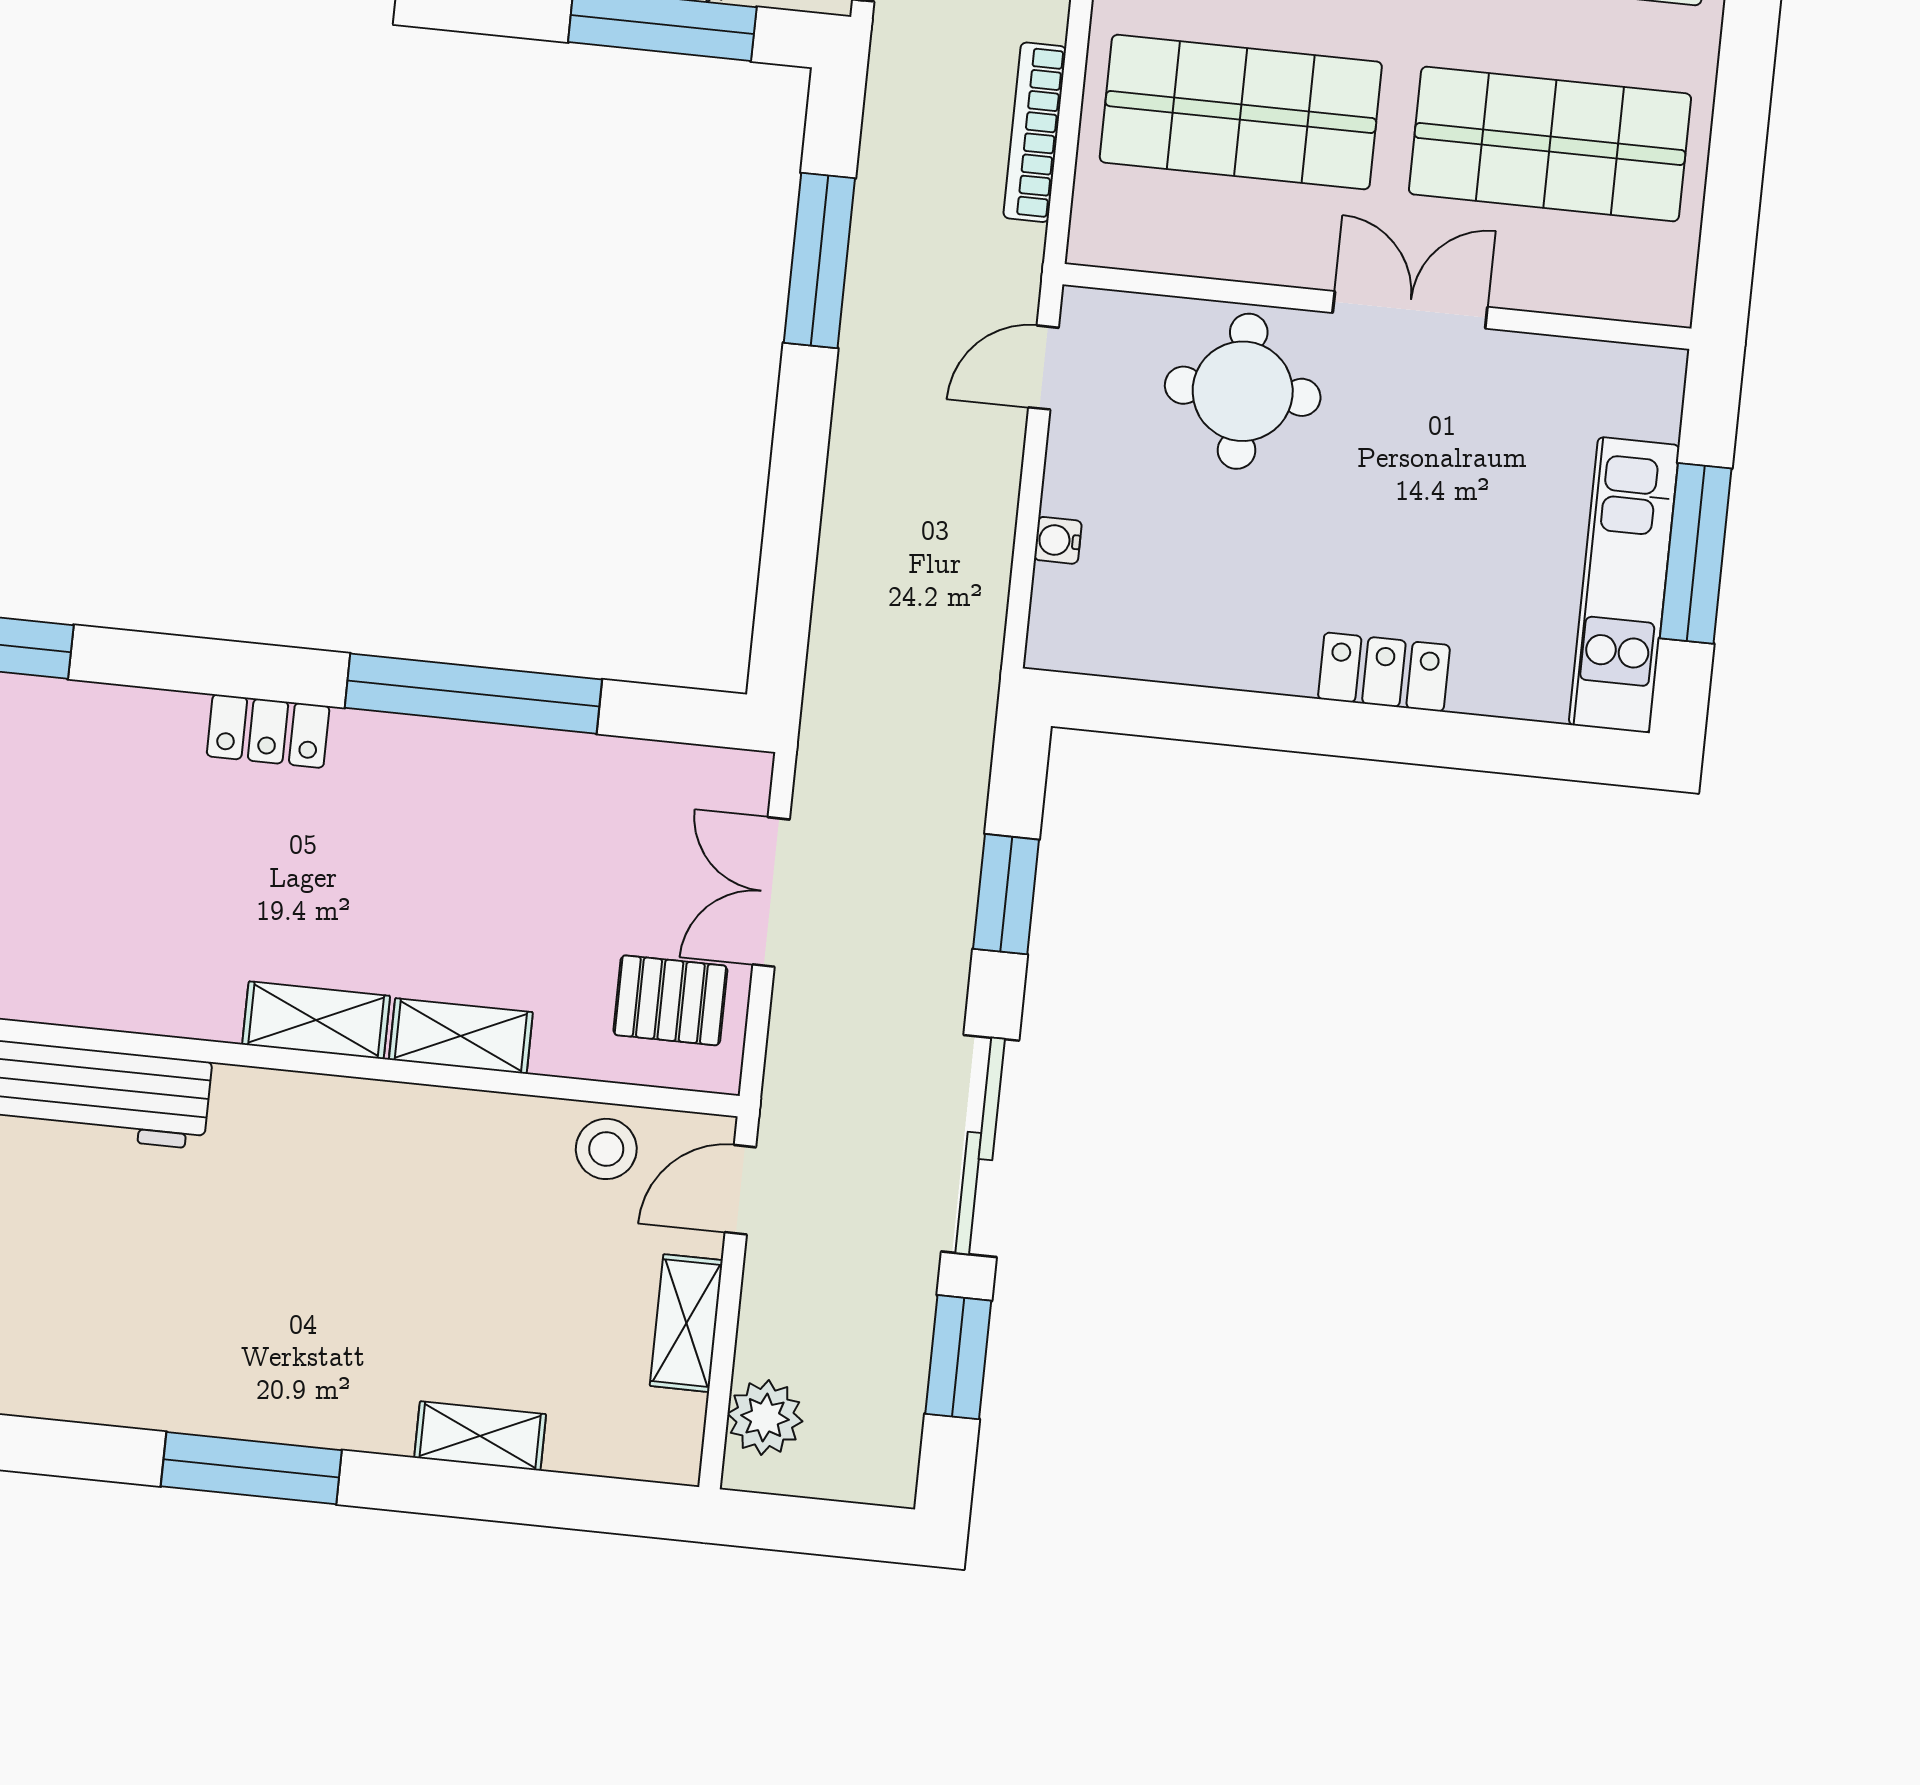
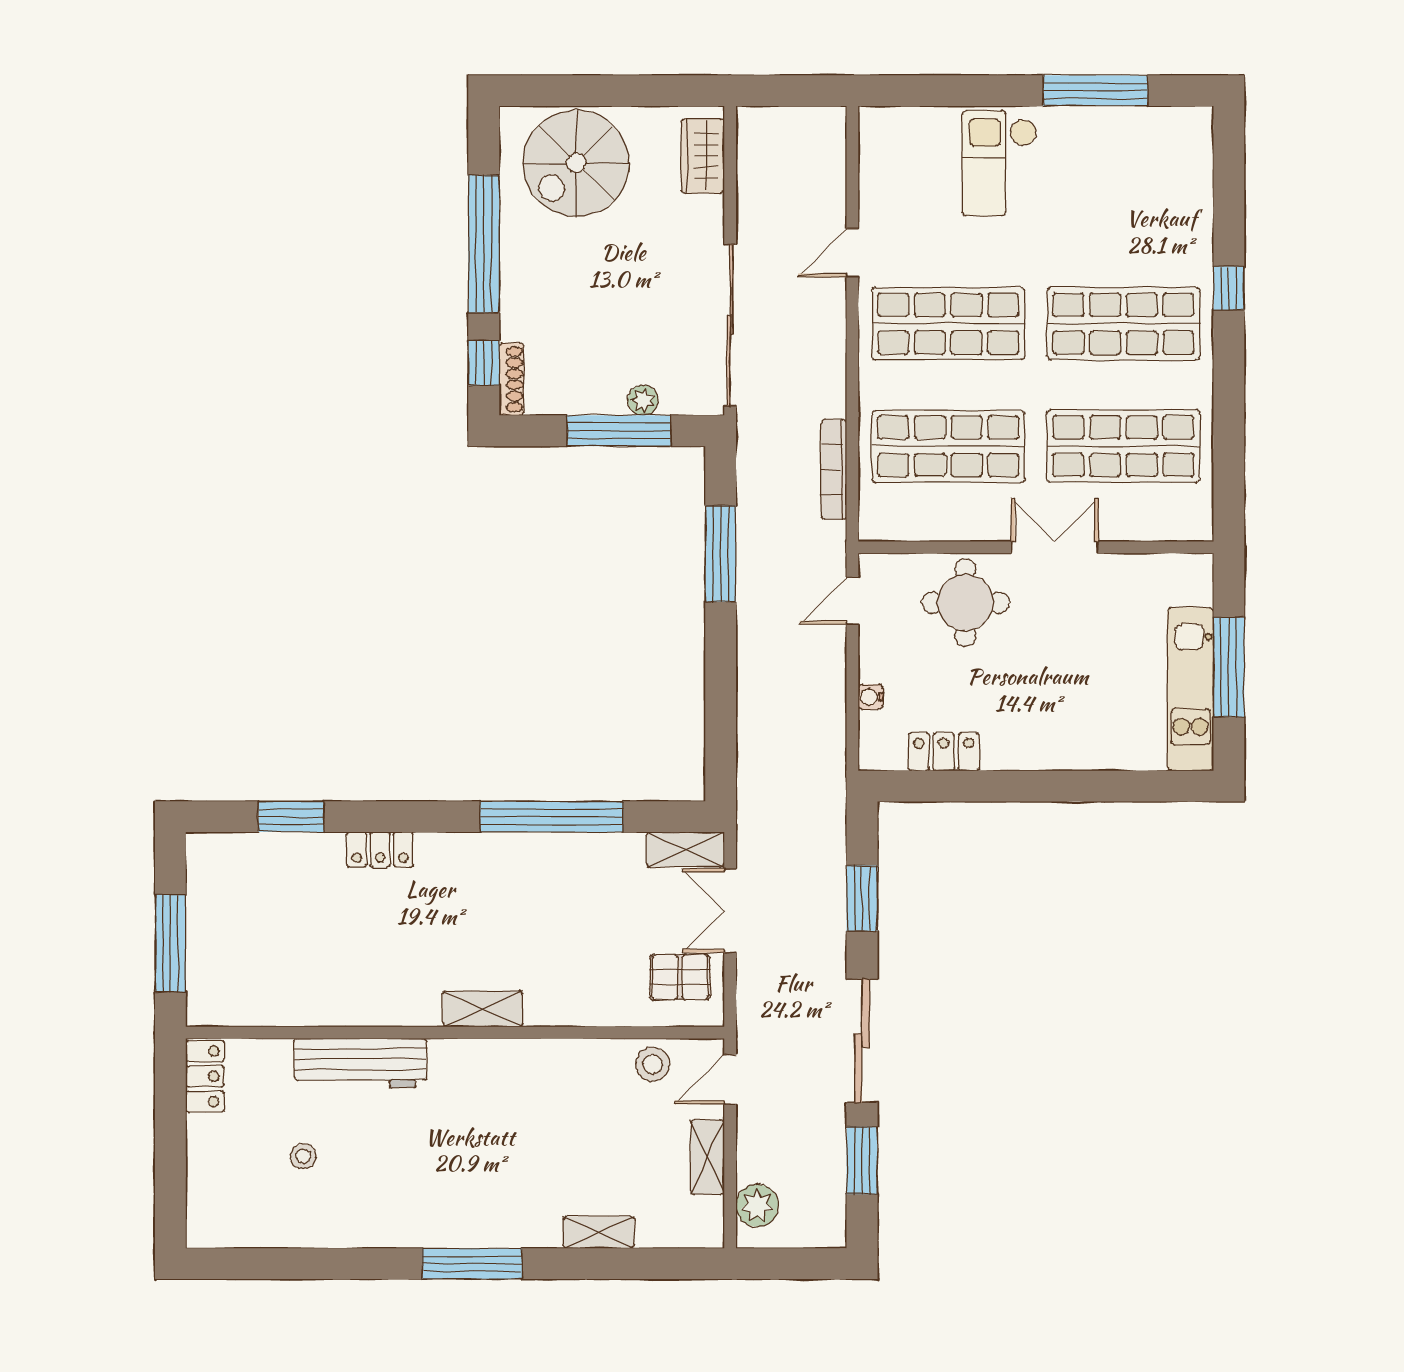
locker: (1384, 672) -> (944, 752), moved
locker: (268, 731) -> (380, 850), moved
shelving: (461, 1036) -> (685, 849), moved

